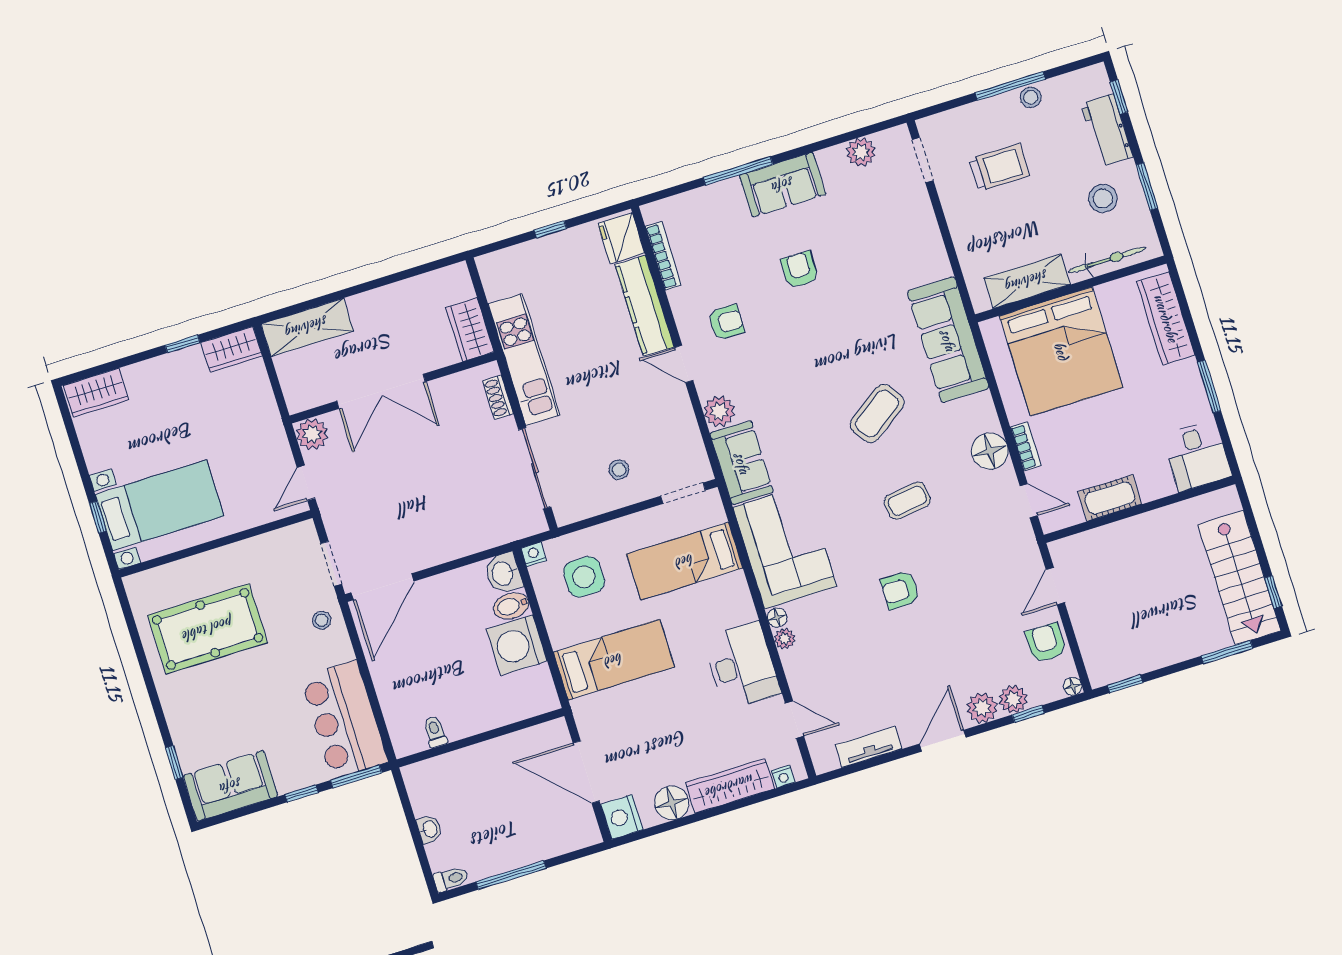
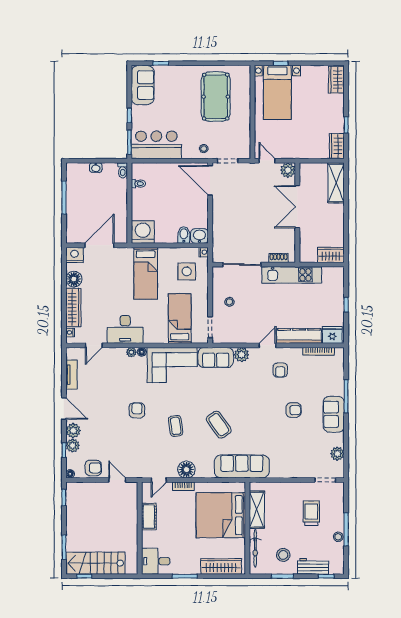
trolley: (999, 167) -> (311, 513), turned 180
wardrobe: (470, 330) -> (331, 255), moved
washing machine: (517, 645) -> (143, 232), moved
toilet: (451, 879) -> (123, 170), moved

